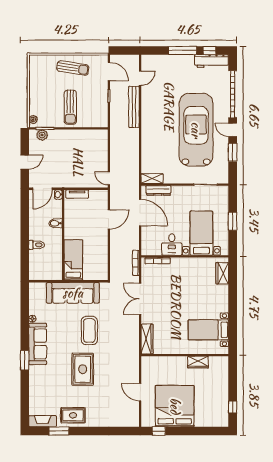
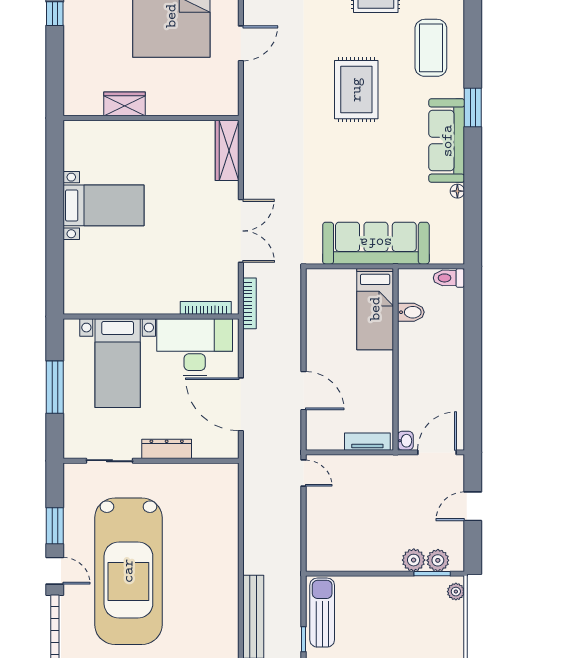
sun lounger: (70, 107) -> (322, 613), moved
plant: (54, 135) -> (414, 560), added
shelving: (152, 179) -> (217, 473), removed
dresser: (158, 190) -> (167, 449), moved
door: (109, 219) -> (304, 391), swing flipped
window: (233, 221) -> (55, 387), width x1.44
bidet: (55, 223) -> (411, 312), moved
desk: (172, 244) -> (195, 347), width x1.87, depth x1.30
toilet: (37, 245) -> (449, 278), moved
wardrobe: (222, 273) -> (76, 283), removed
coffee table: (89, 330) -> (431, 48), moved
bed with nightstands: (208, 330) -> (104, 205), moved
door: (140, 392) -> (241, 43), hinge flipped

